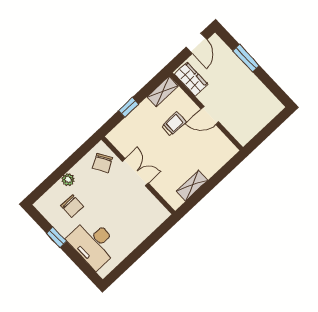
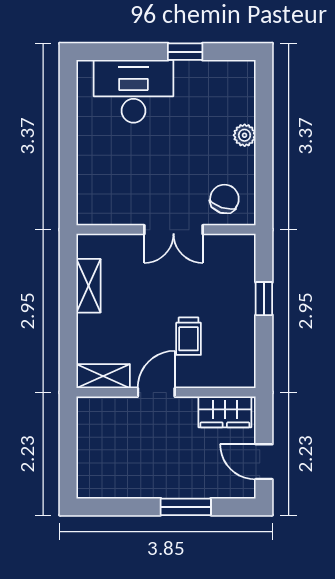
shelving: (163, 91) -> (103, 376), moved, turned 90
chair: (102, 163) -> (224, 199), turned 48
chair: (72, 206) -> (206, 109), removed

